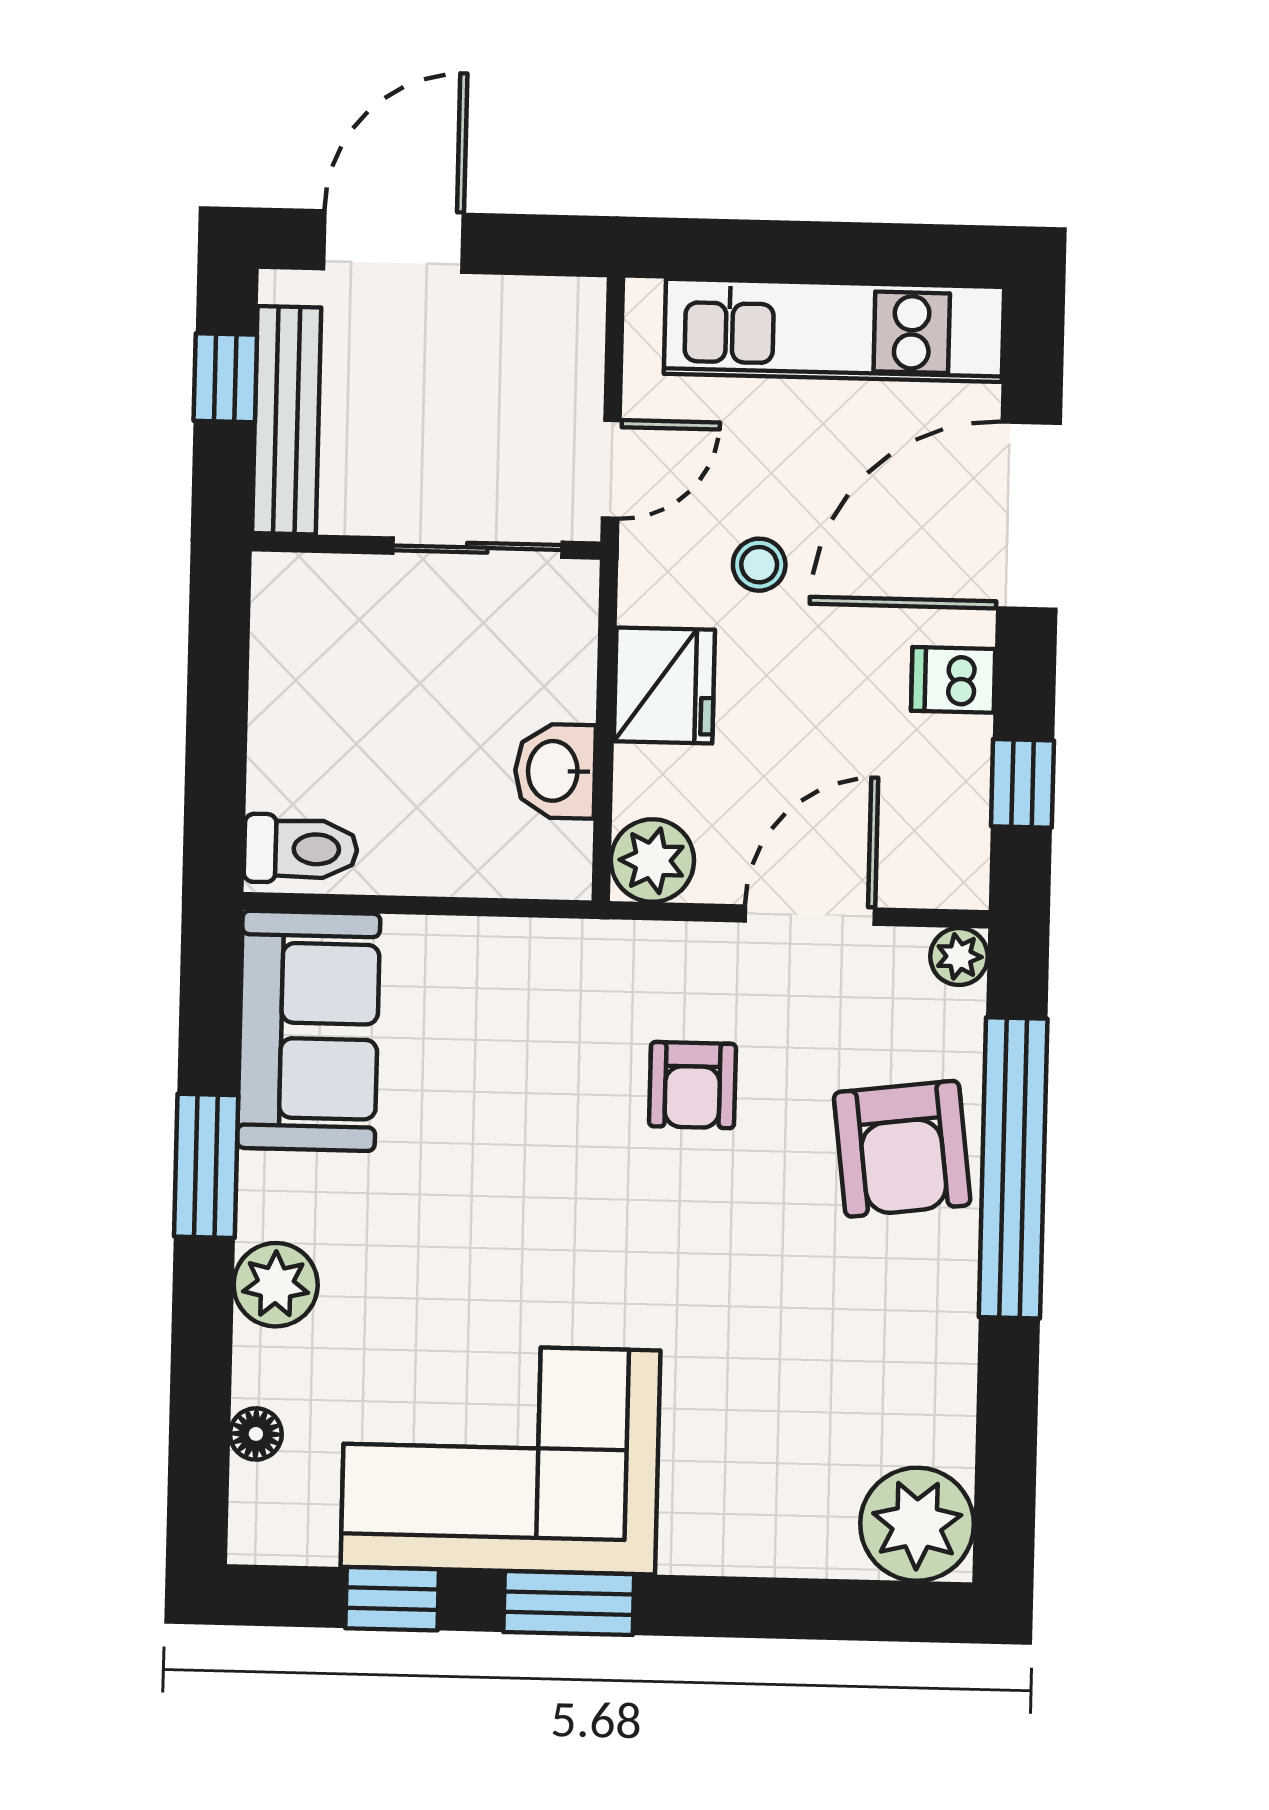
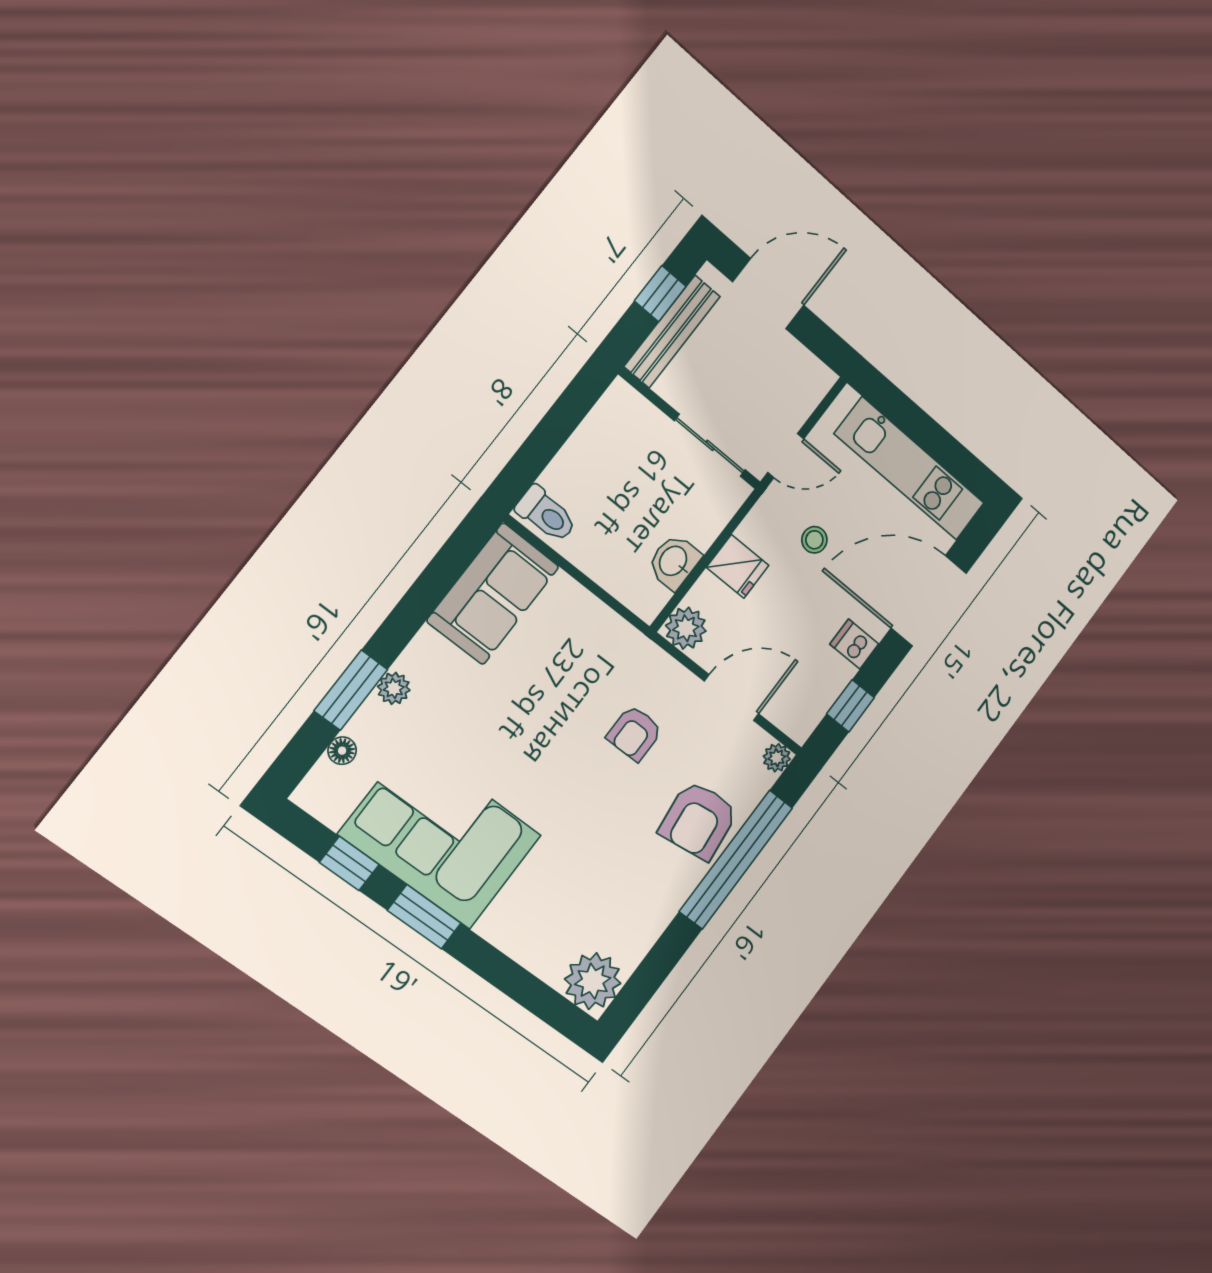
fridge: (664, 685) -> (738, 566), width x0.72
window: (206, 1166) -> (351, 690), moved
plant: (276, 1285) -> (394, 688), width x0.73, depth x0.73

